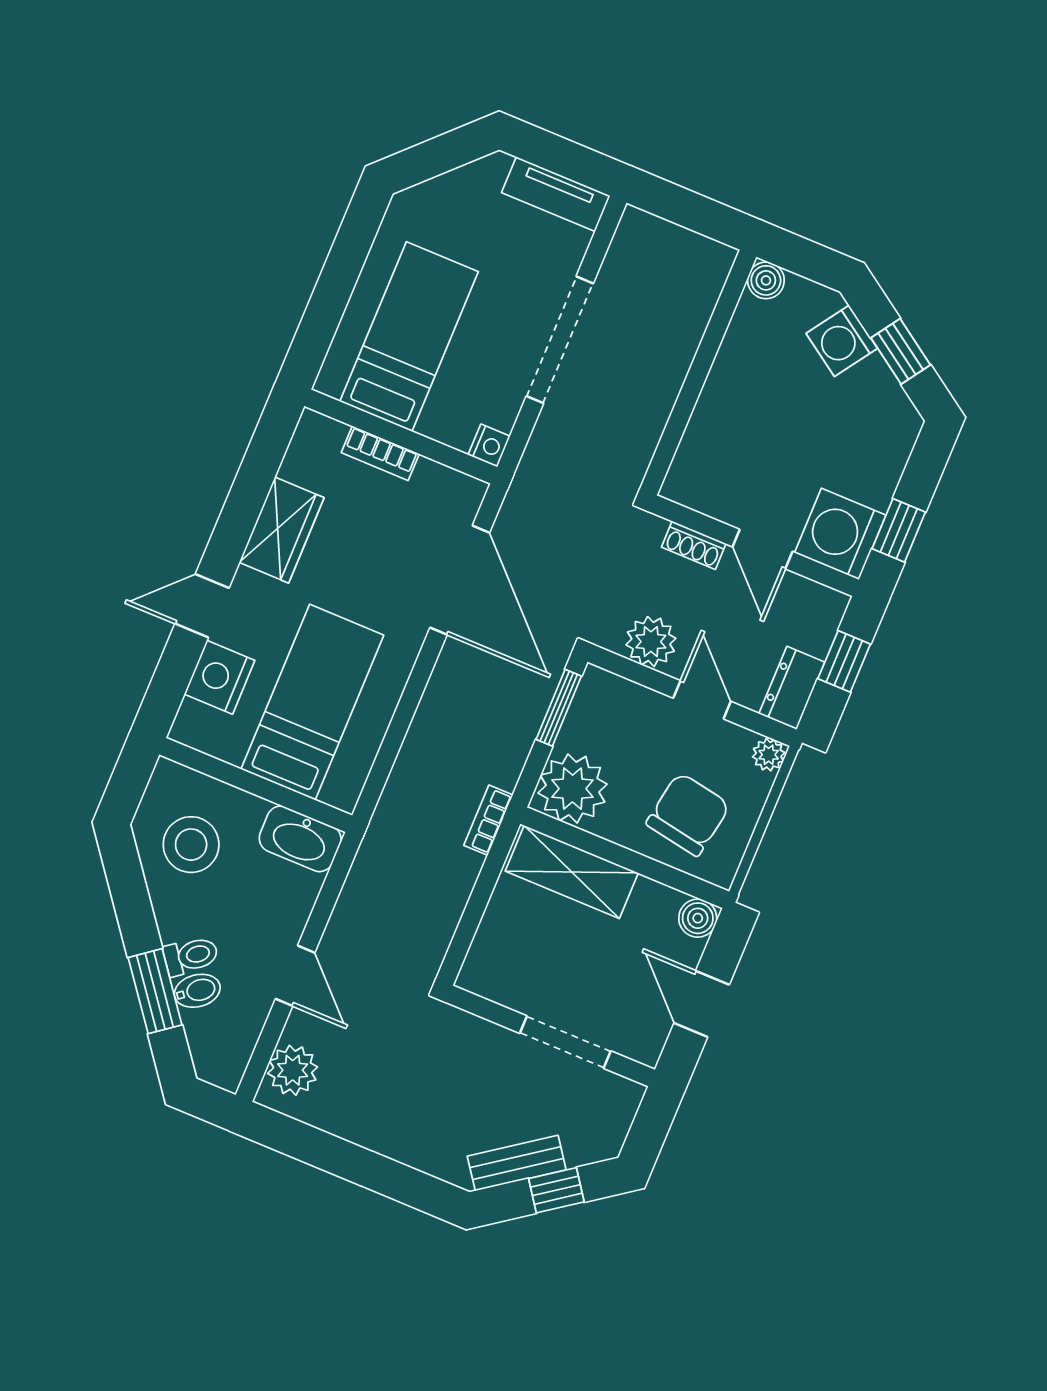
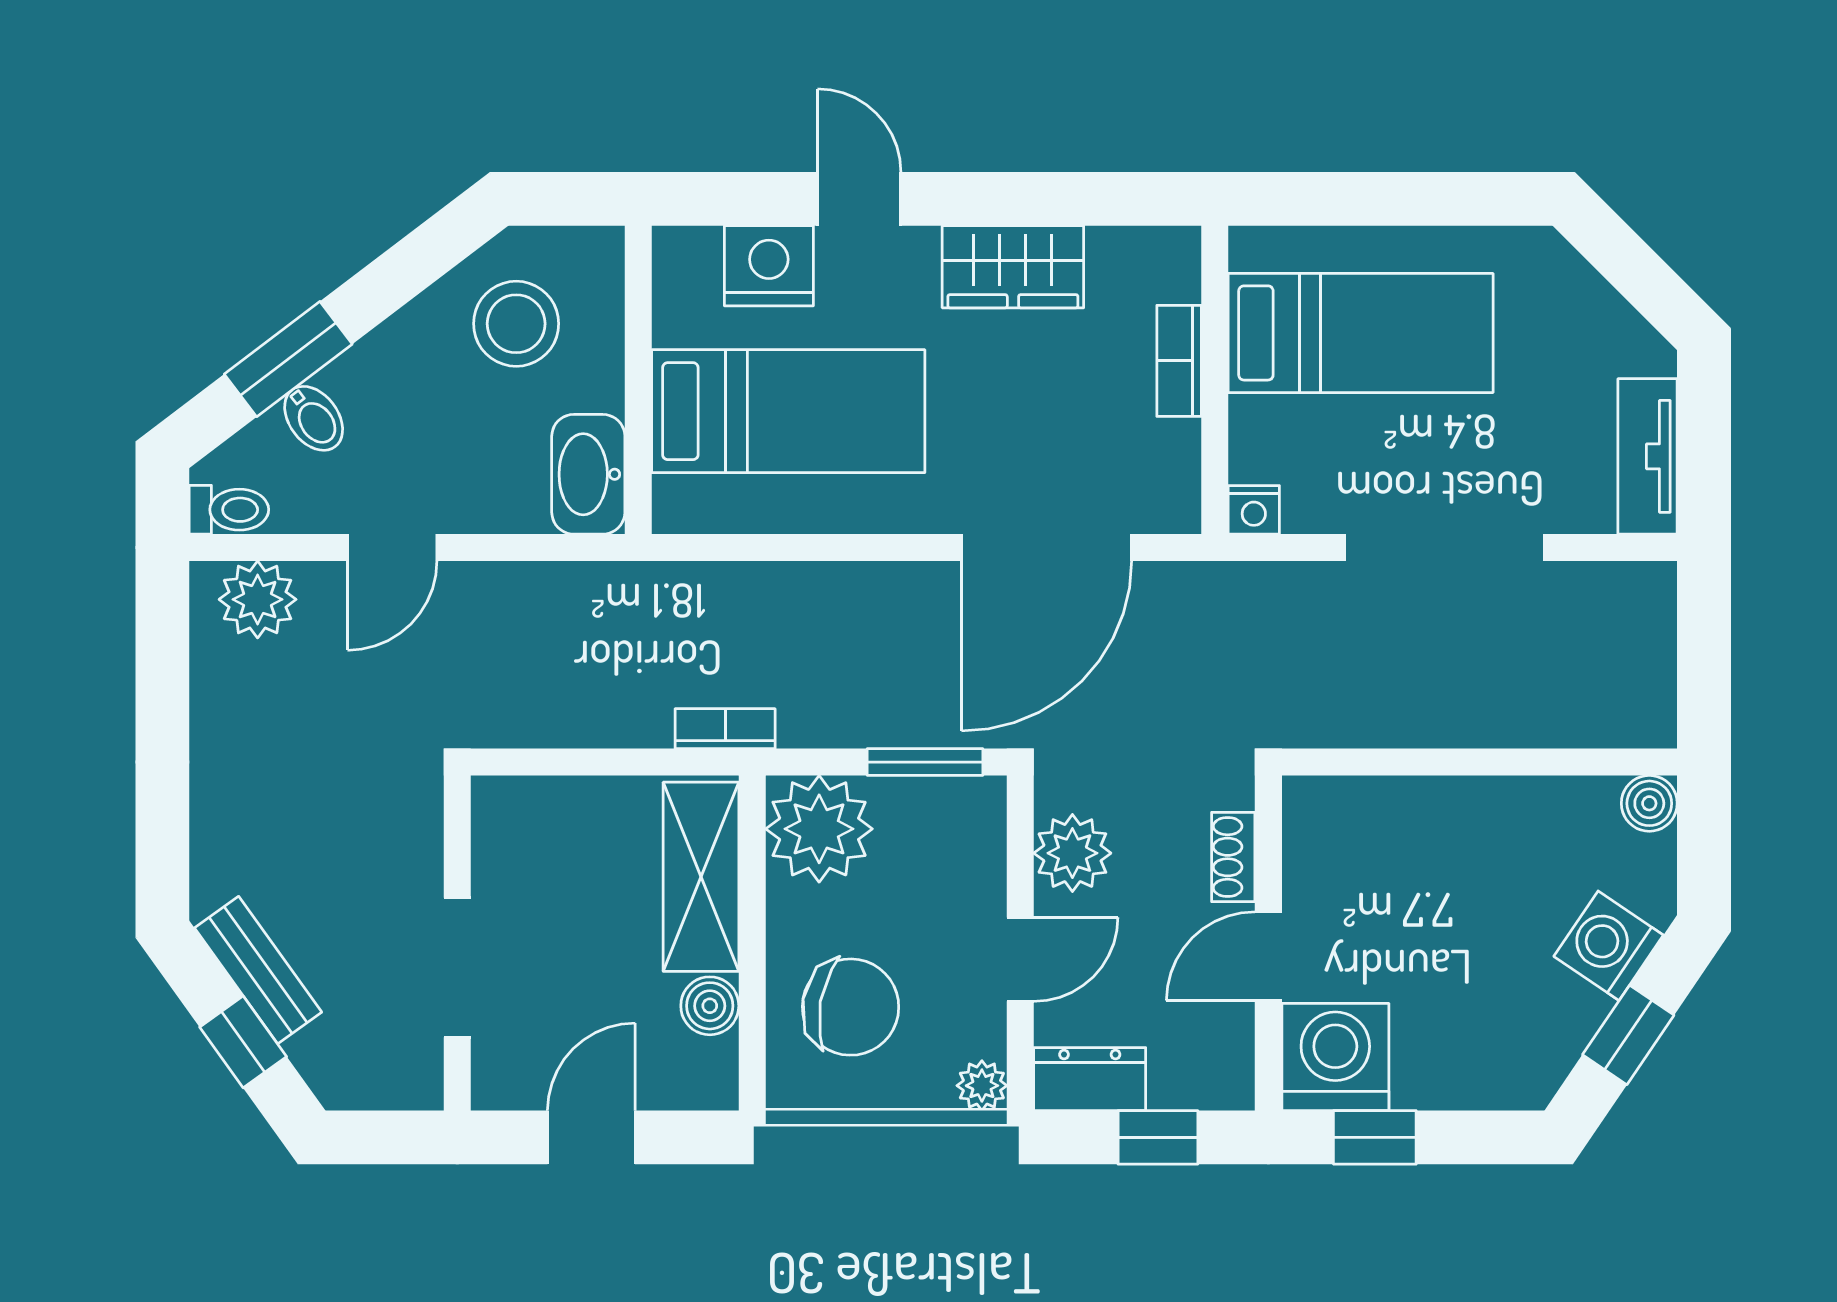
boiler: (698, 918) -> (710, 1006), moved
toilet: (191, 956) -> (229, 510), moved, turned -53

